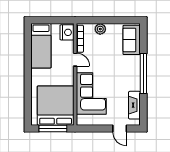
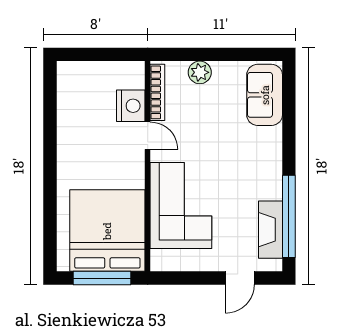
nightstand: (67, 32) -> (131, 106), moved
bed: (41, 46) -> (77, 107), removed
window: (143, 74) -> (289, 216), moved
door: (120, 129) -> (240, 278), hinge flipped

